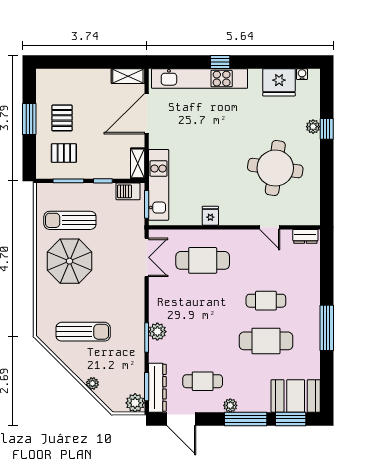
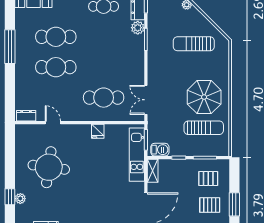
pallet: (62, 118) -> (210, 205), turned 90
cafe table: (266, 301) -> (56, 67), width x1.37, depth x1.35
plant: (157, 332) -> (138, 28), moved

